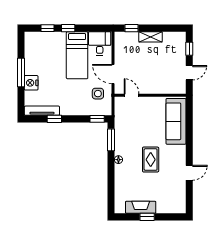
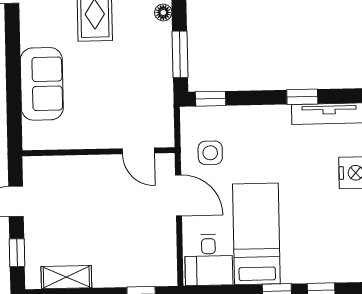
shelving: (150, 37) -> (66, 277), moved
sofa: (176, 121) -> (42, 84), width x0.73

